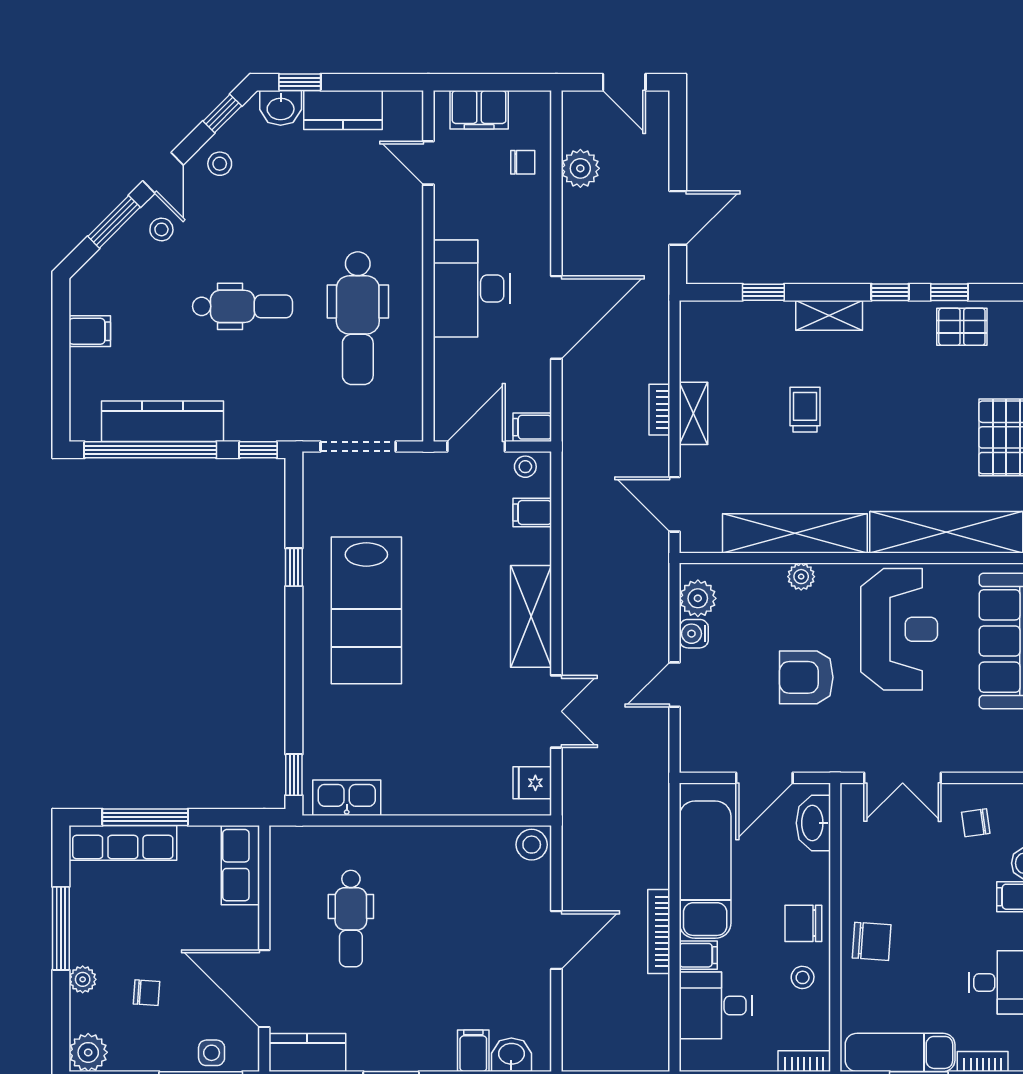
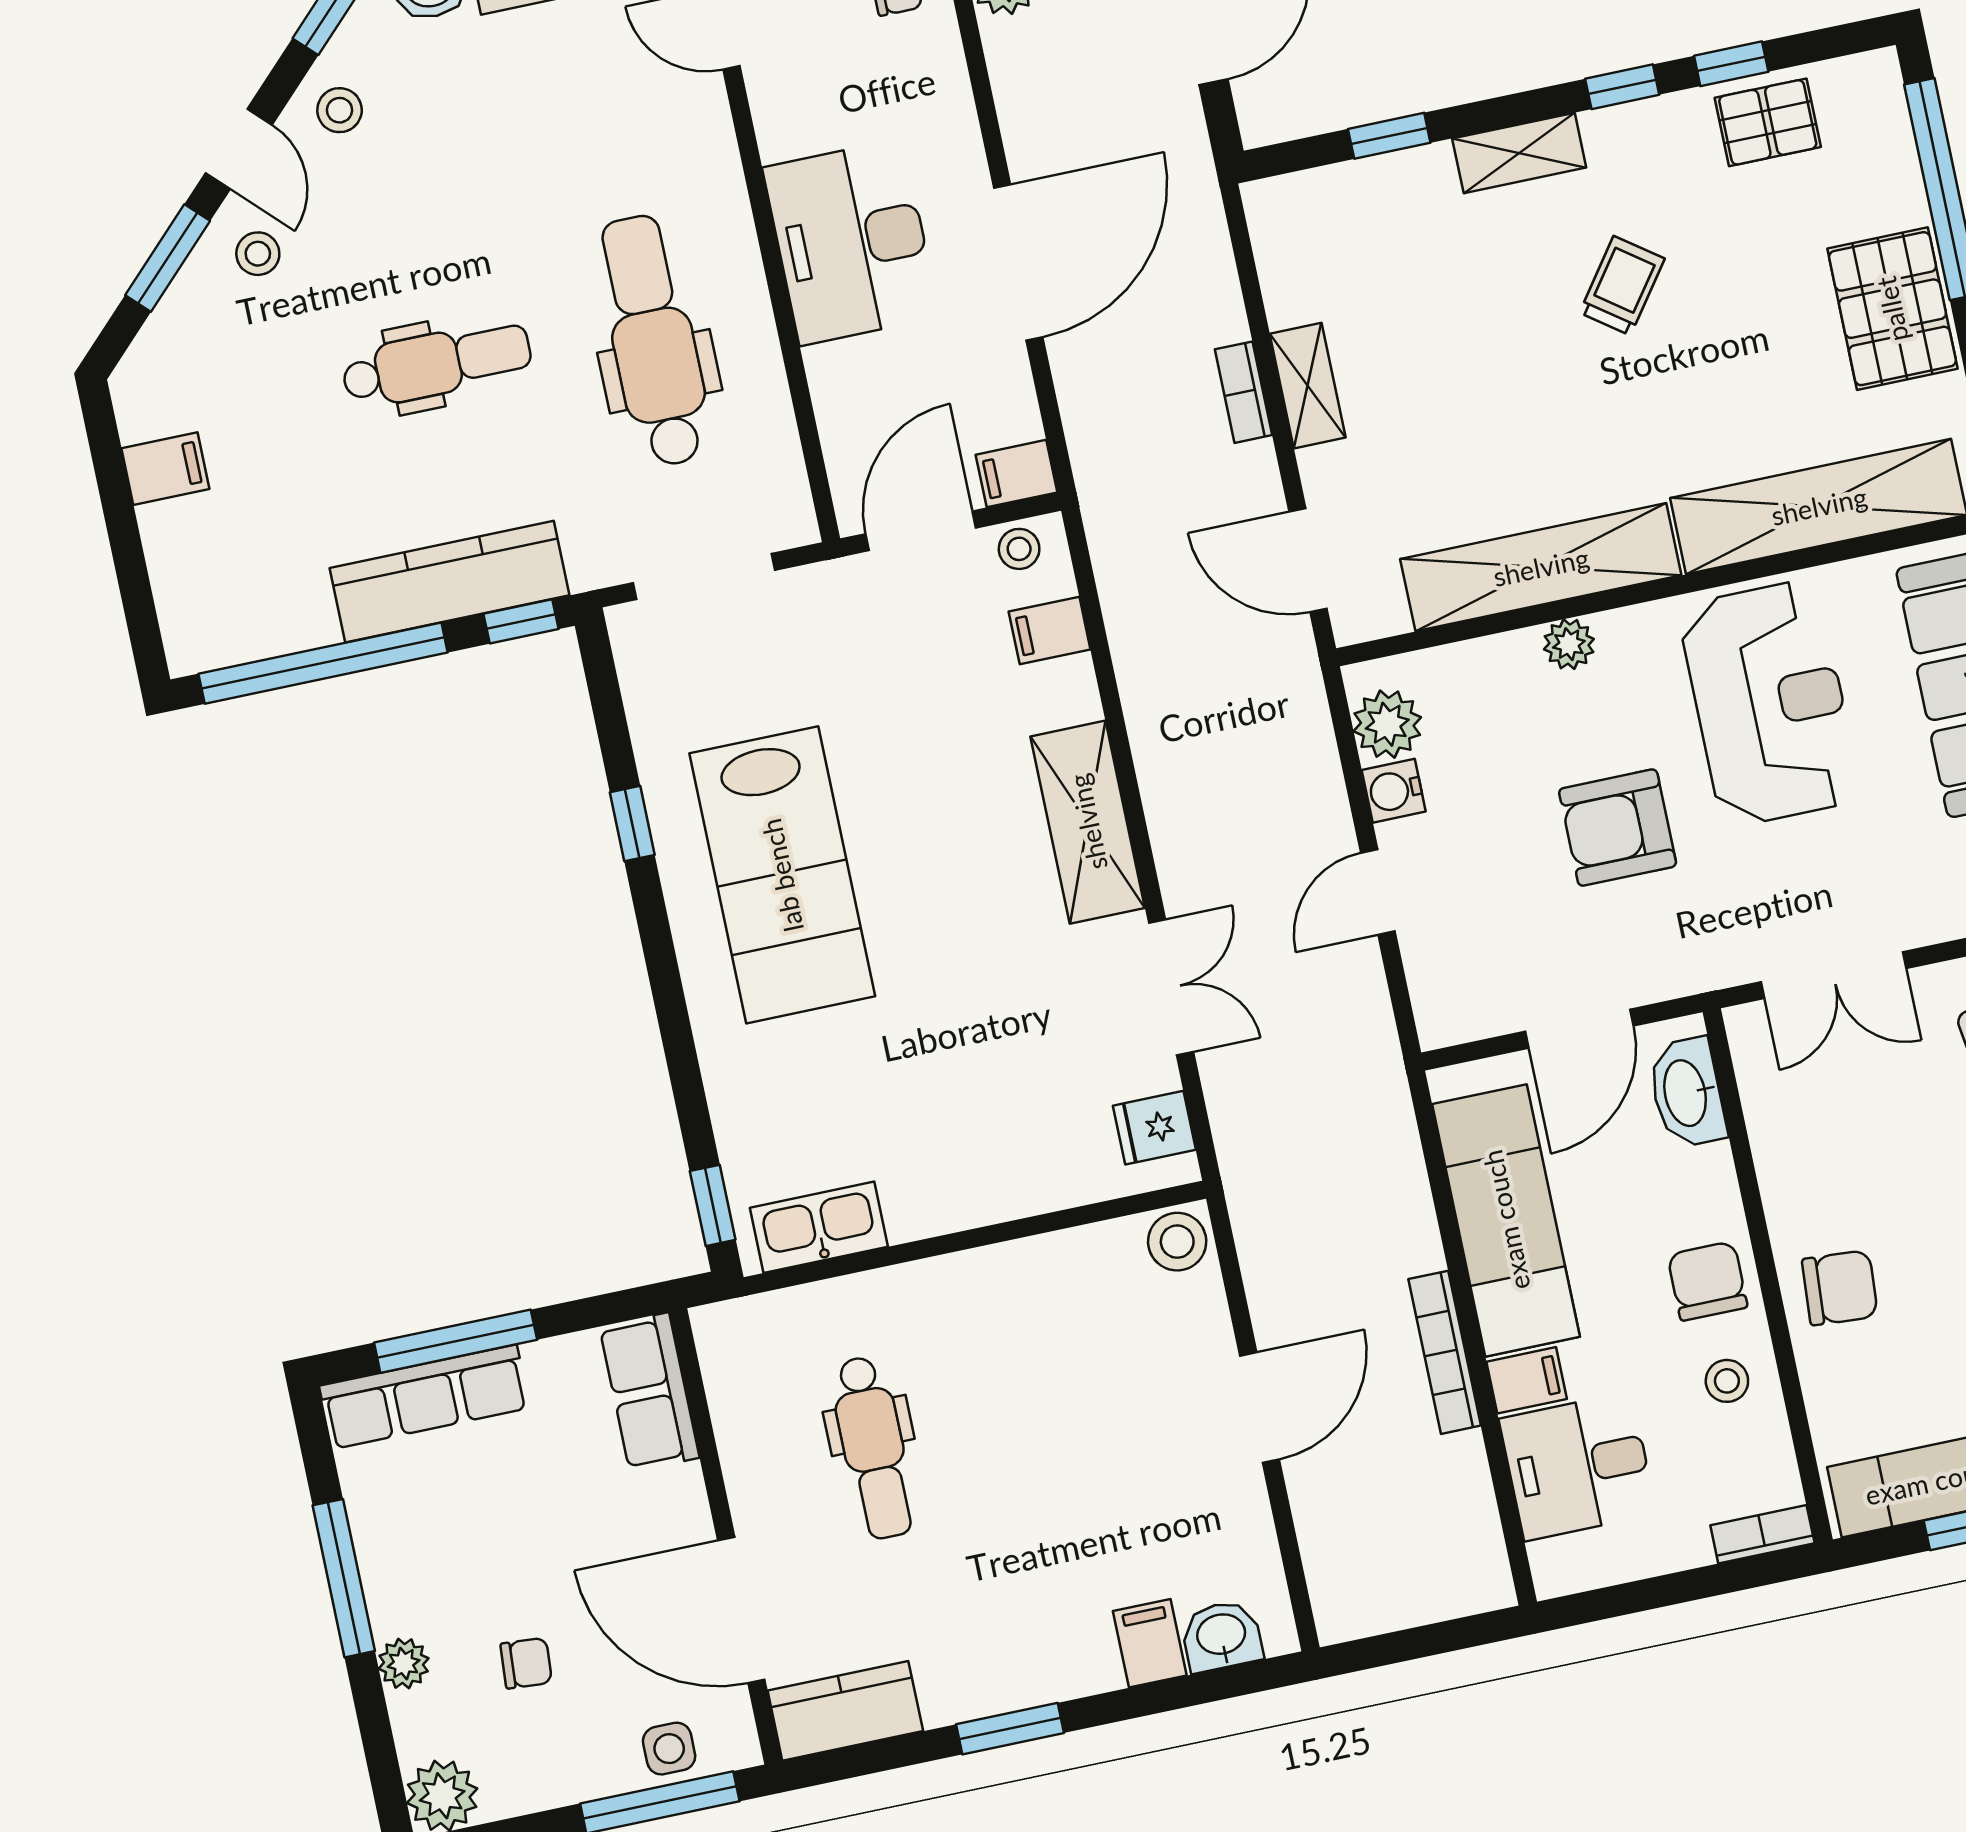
dental chair: (358, 318) -> (653, 341), turned 180
trolley: (805, 410) -> (1622, 286), moved, turned 36
kitchen counter: (163, 421) -> (450, 582), moved
chair: (803, 923) -> (1707, 1281), turned 90

